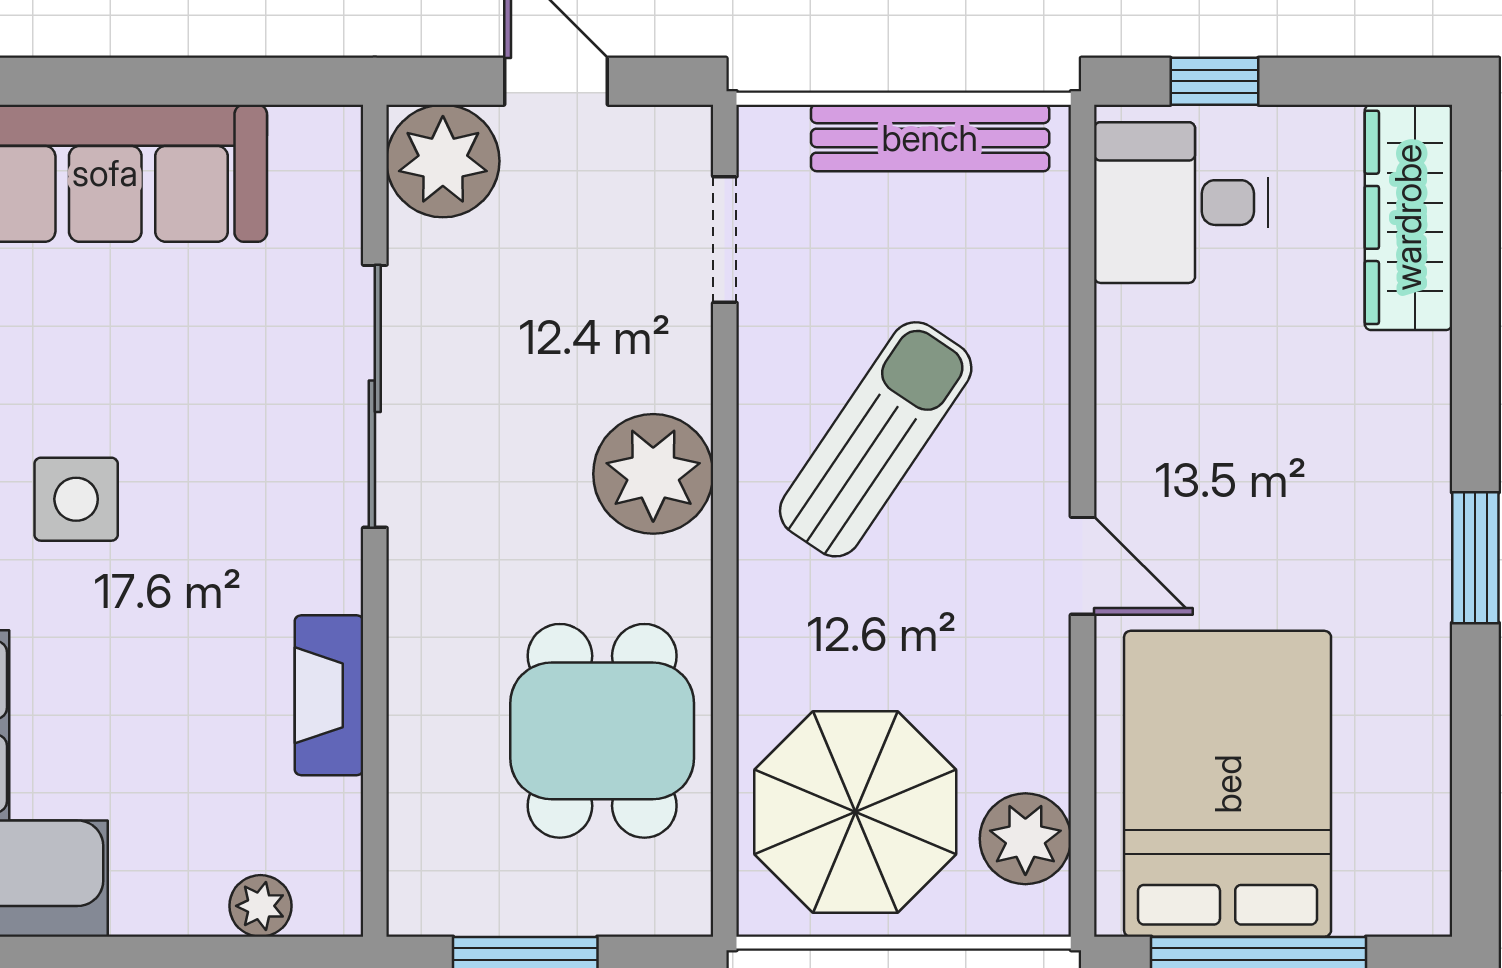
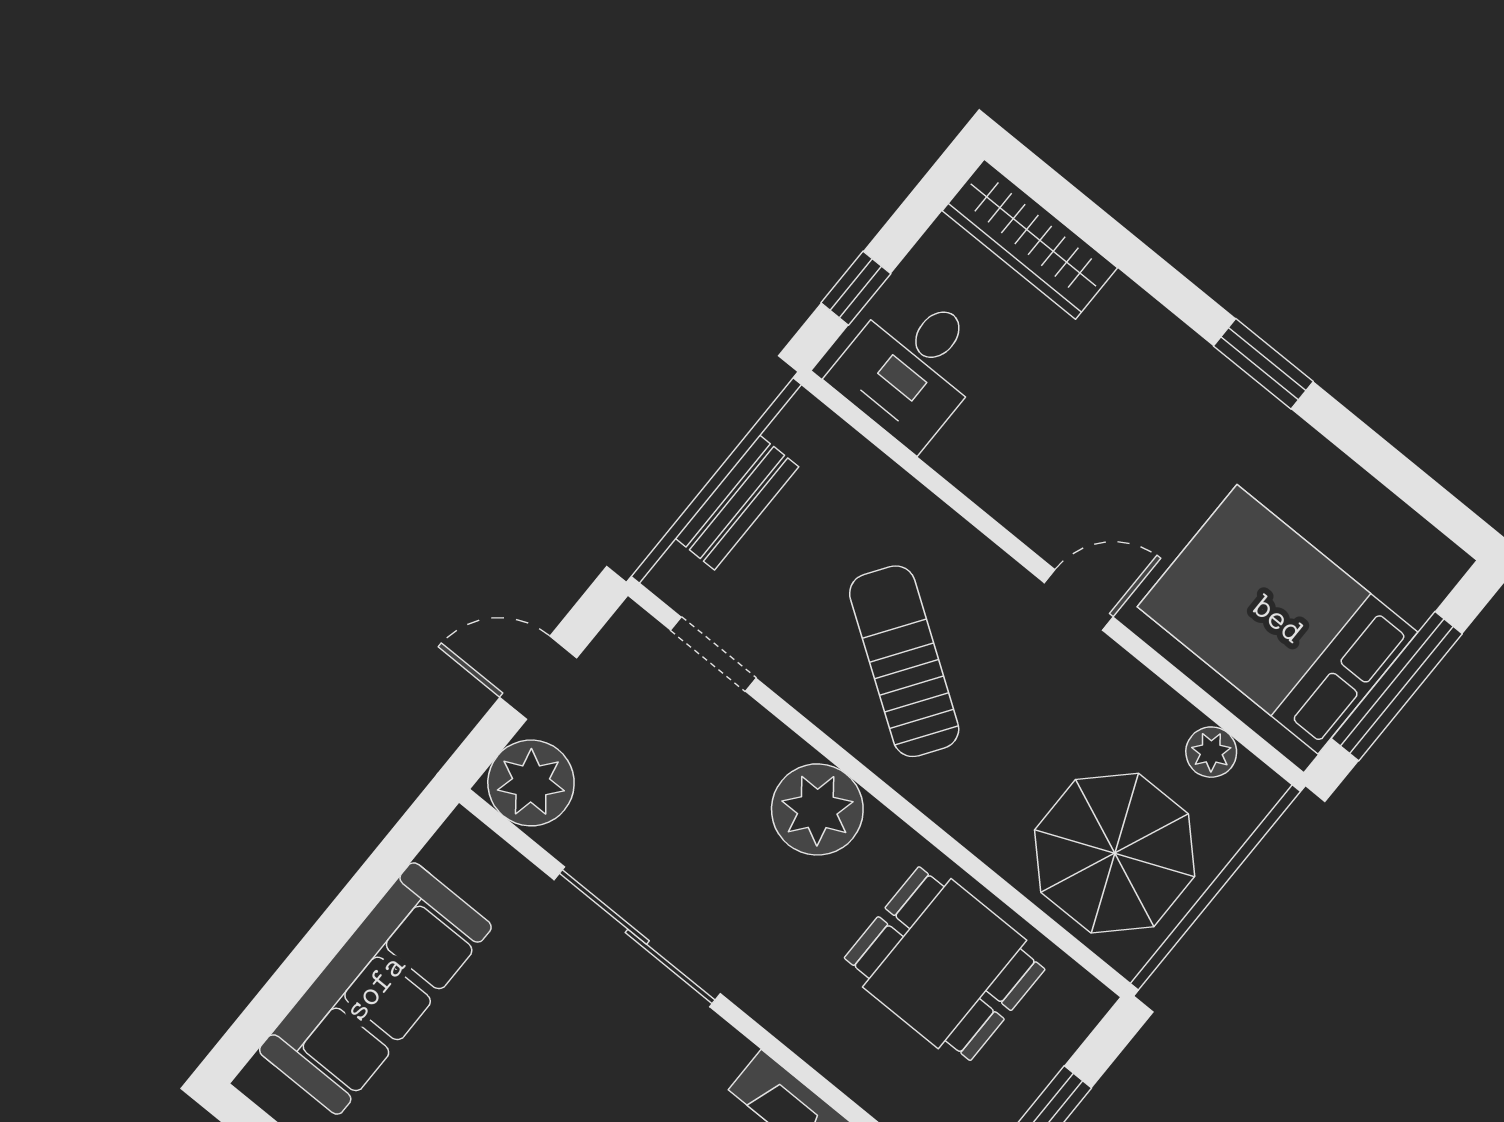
bench: (930, 138) -> (737, 503), width x0.73
plant: (1025, 839) -> (1211, 752), width x0.73, depth x0.73

